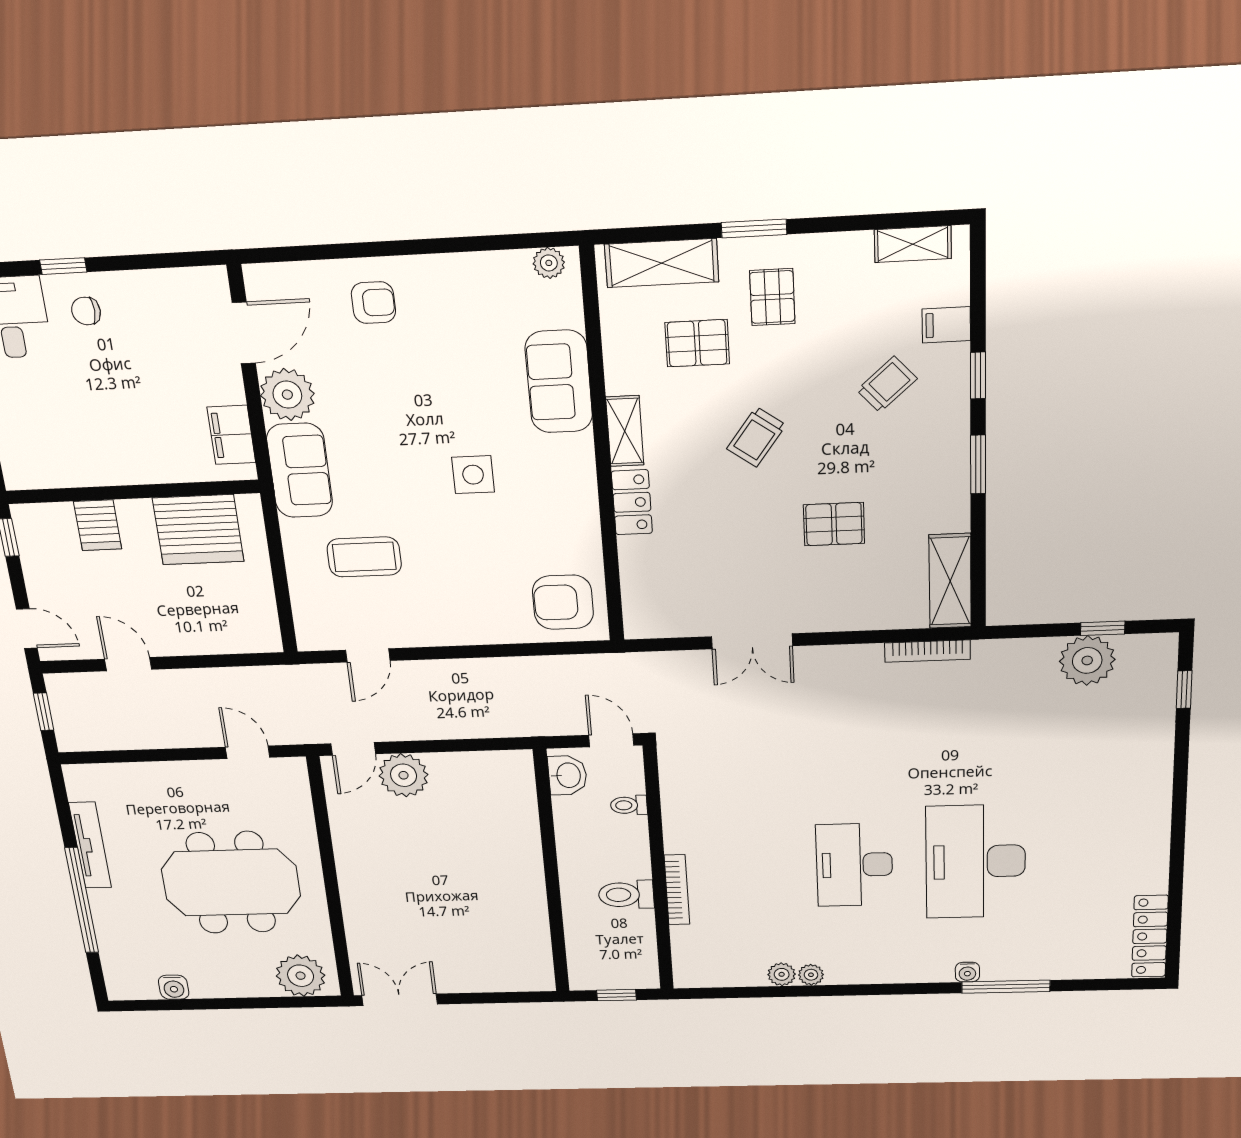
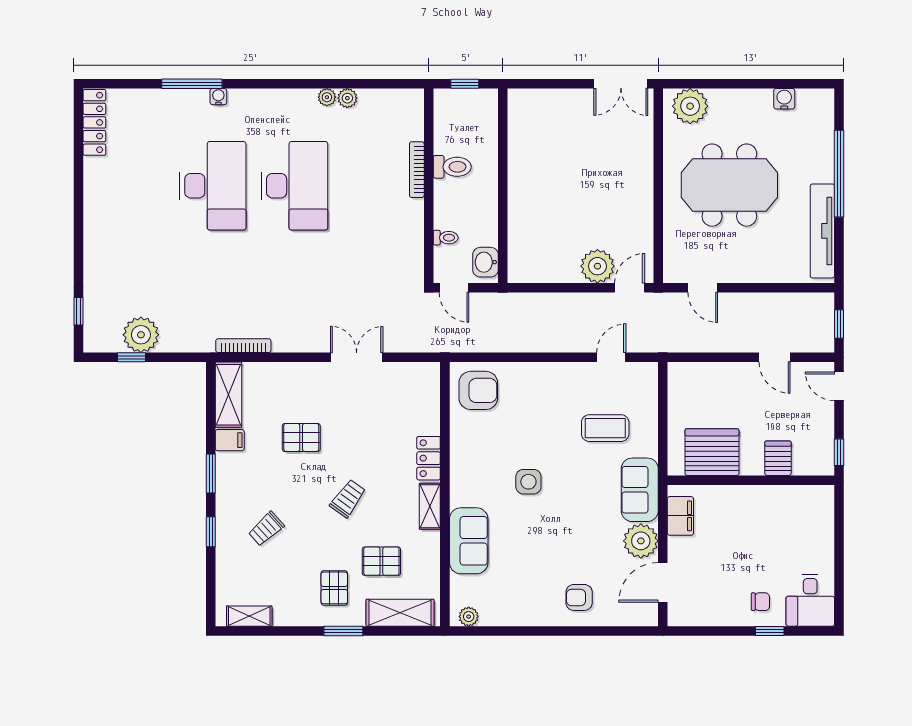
filing cabinet: (946, 325) -> (230, 440), moved
tv unit: (90, 845) -> (822, 231), width x1.36, depth x1.29
desk: (854, 865) -> (295, 186), width x1.36, depth x1.30

